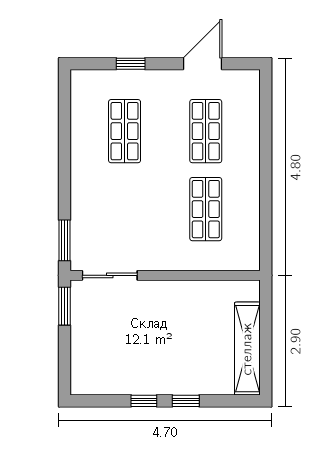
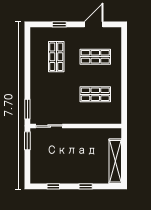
shop shelf: (206, 131) -> (95, 57), turned 90
shop shelf: (206, 209) -> (95, 94), turned 90
window: (144, 401) -> (53, 186), moved

